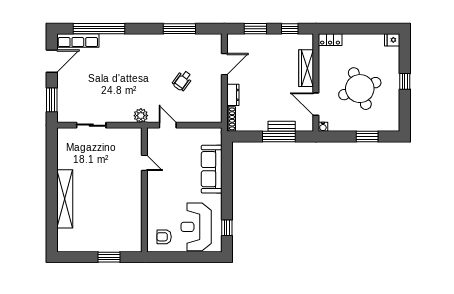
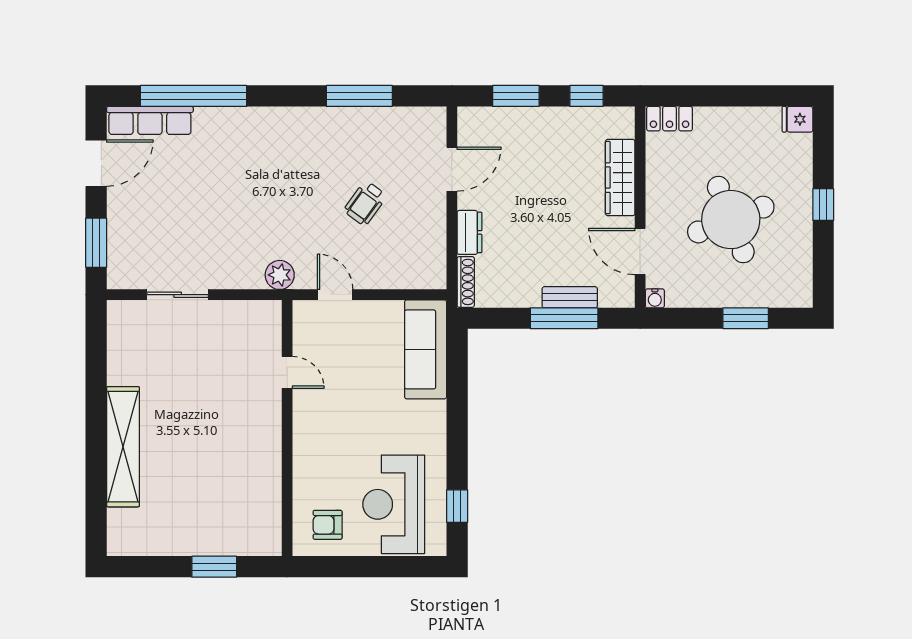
sofa: (212, 169) -> (426, 349), moved

